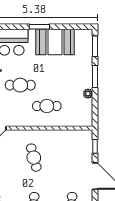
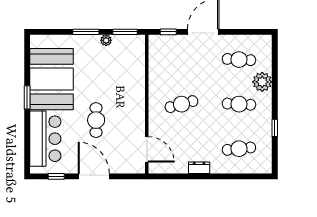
booth: (55, 42) -> (51, 79), width x1.36, depth x1.42
window: (95, 46) -> (125, 32), moved
cafe table: (47, 106) -> (121, 89), removed

